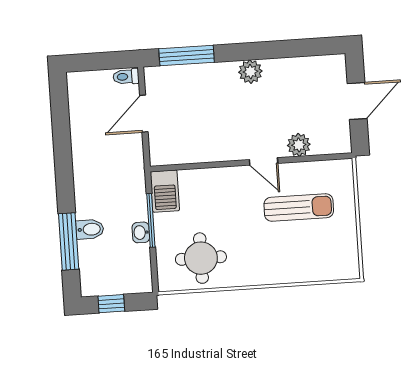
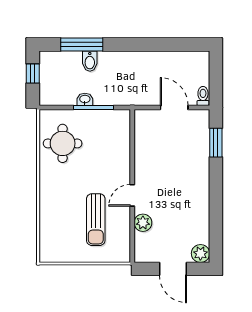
window: (187, 55) -> (216, 143), width x0.69
plant: (250, 72) -> (200, 253), moved
barbecue: (165, 191) -> (115, 120), removed

